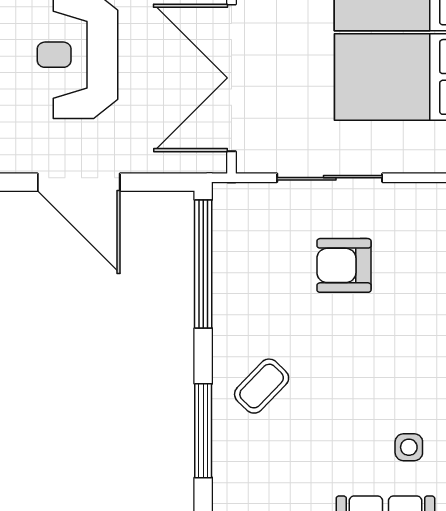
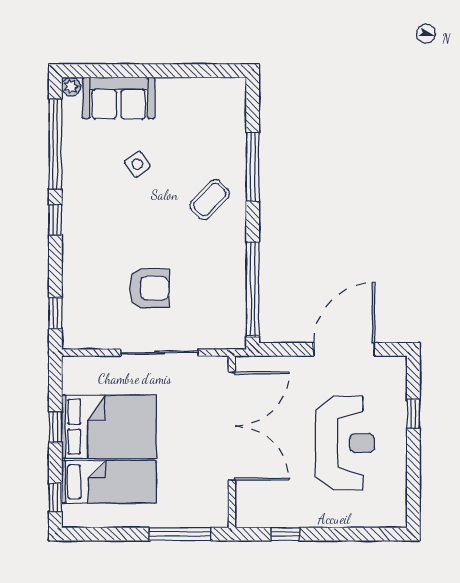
door: (79, 182) -> (344, 349), hinge flipped
side table: (409, 447) -> (137, 164), moved, turned -34

